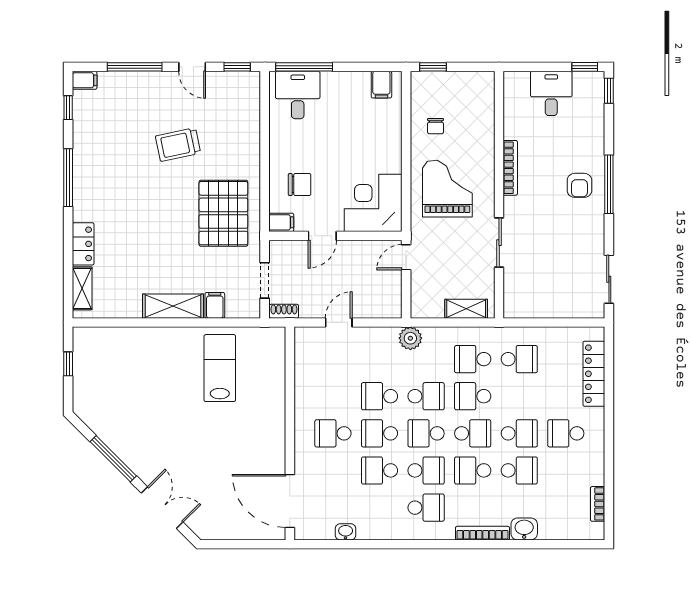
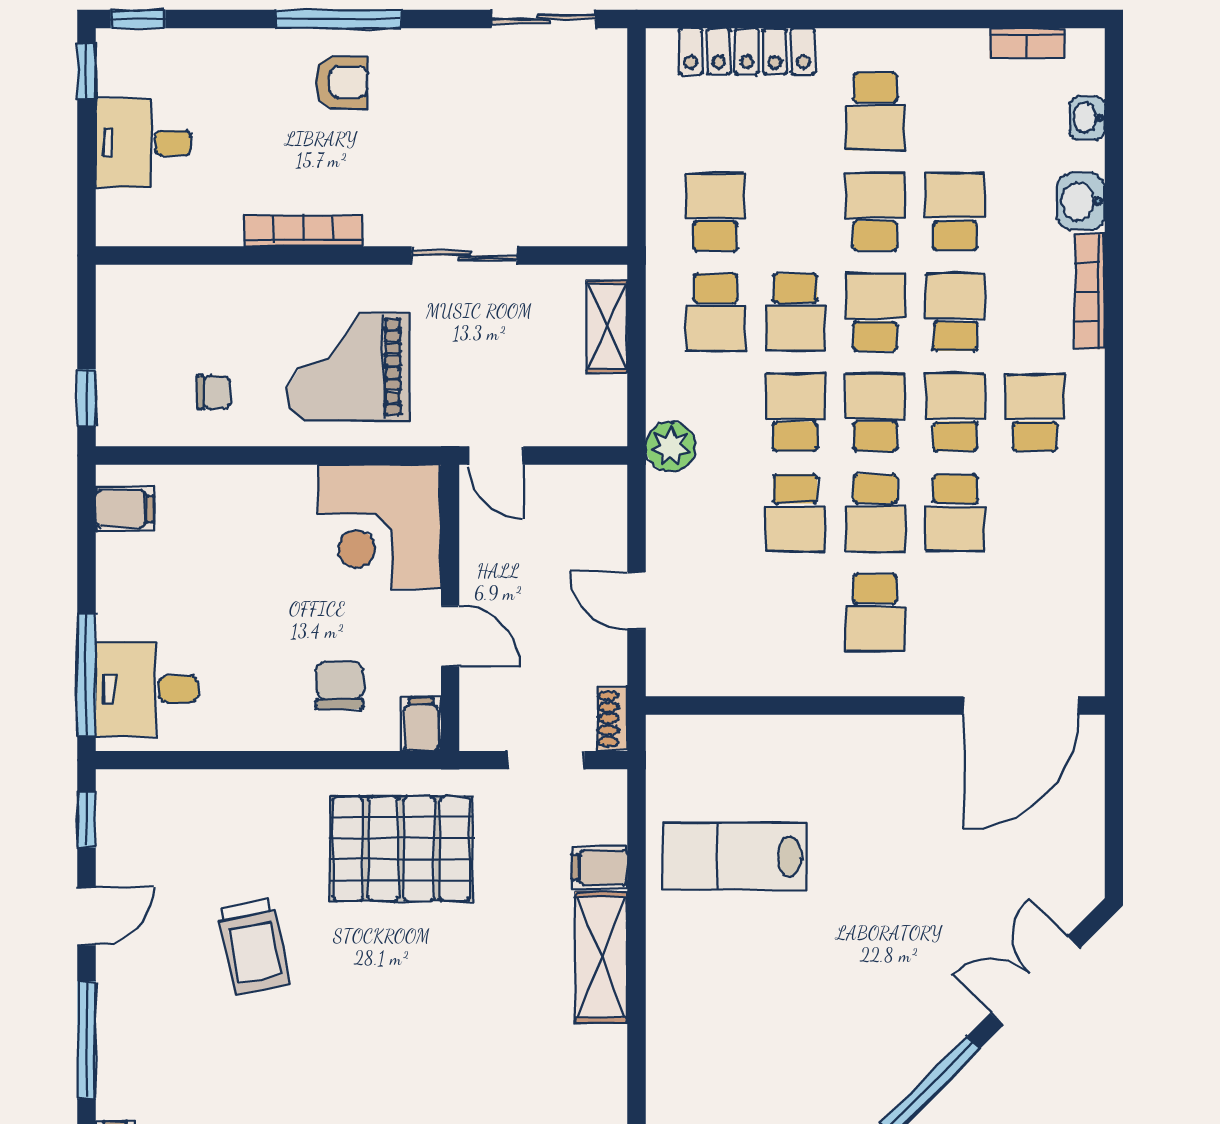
school desk: (426, 433) -> (875, 412), turned 180
school desk: (473, 470) -> (955, 312), turned 180
washbasin: (346, 532) -> (1087, 118), moved

